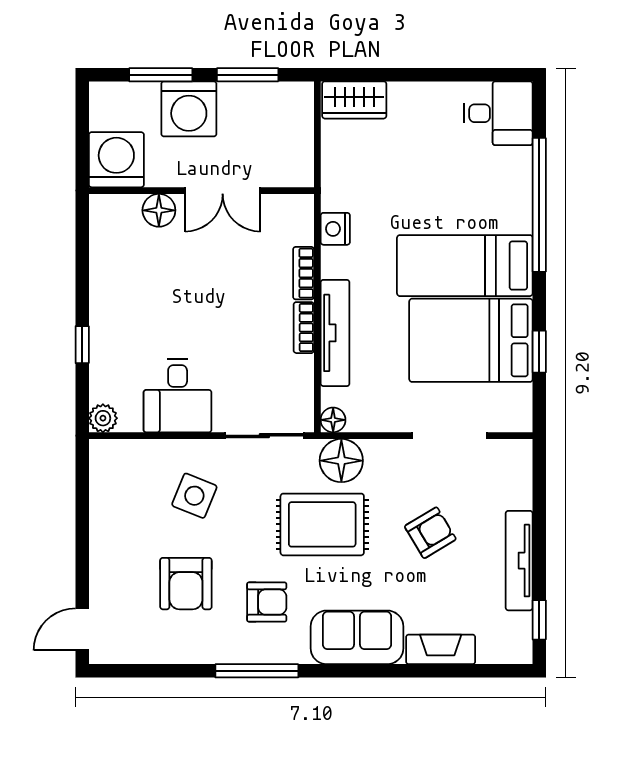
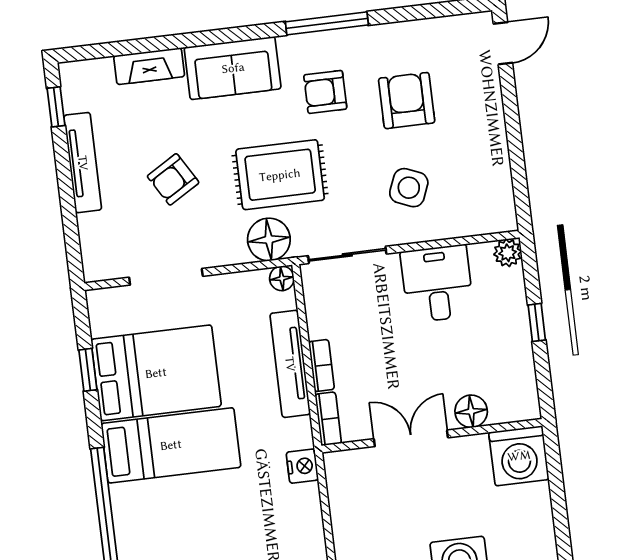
washing machine: (116, 160) -> (519, 456), moved
wall: (201, 191) -> (432, 436), moved
double door: (223, 191) -> (411, 438), moved
floor lamp: (159, 210) -> (471, 411), moved

